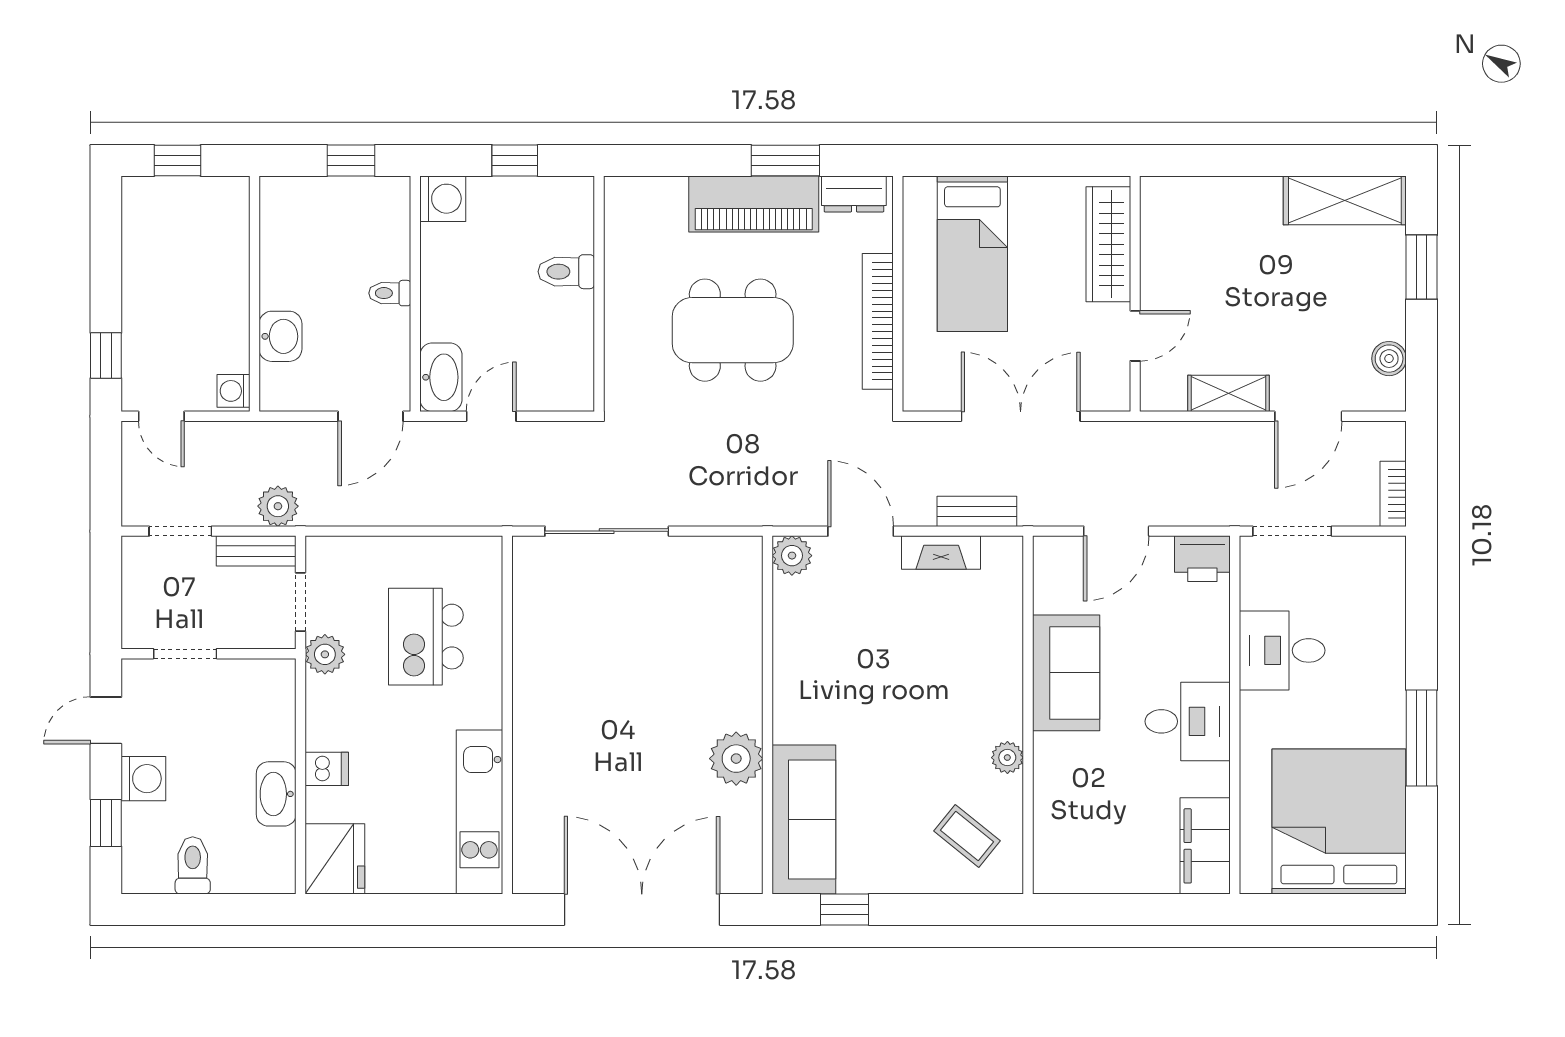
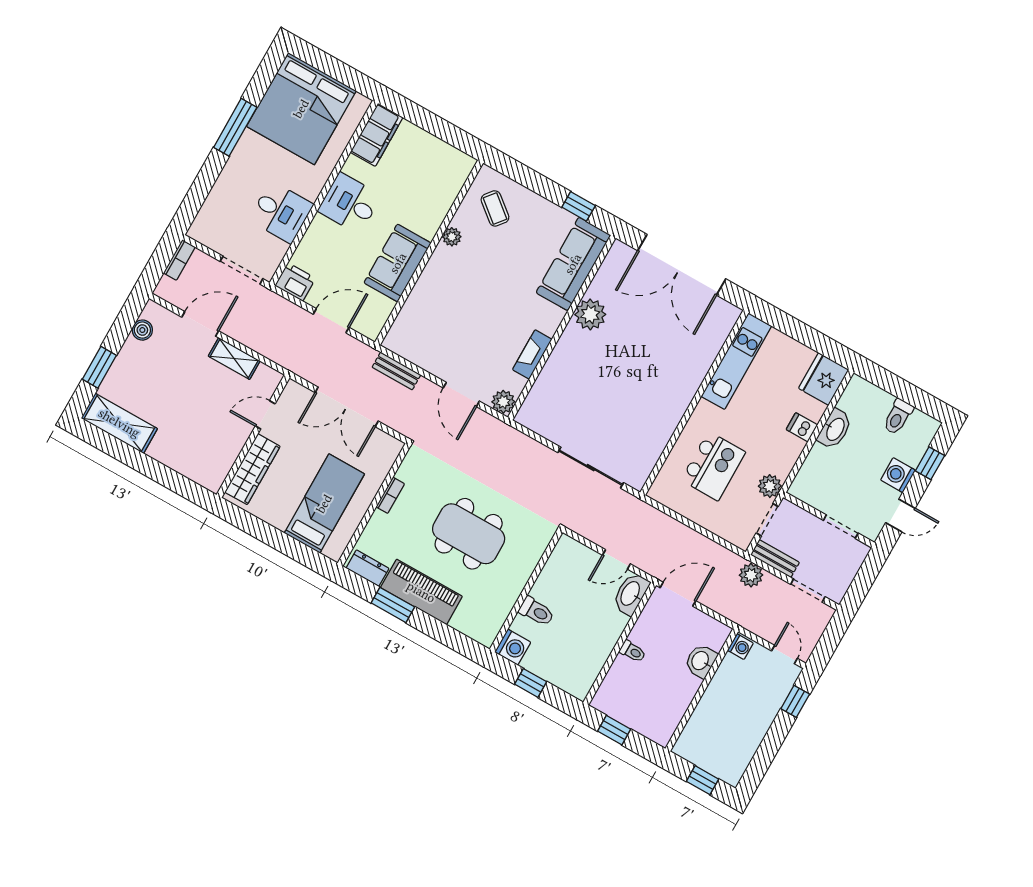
washing machine: (443, 199) -> (513, 647), moved, turned 180
bookcase: (878, 321) -> (390, 495), width x0.43, depth x0.76
fireplace: (941, 553) -> (532, 354), moved, turned -90

